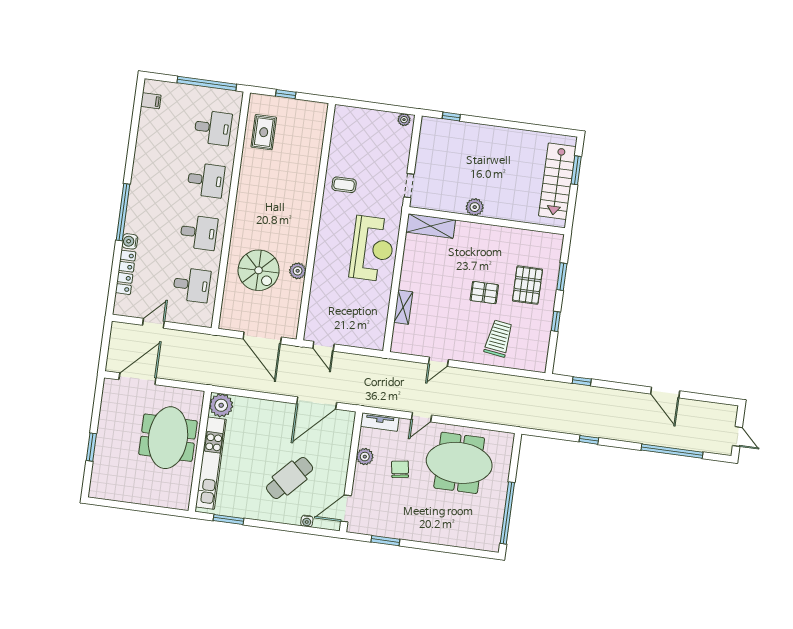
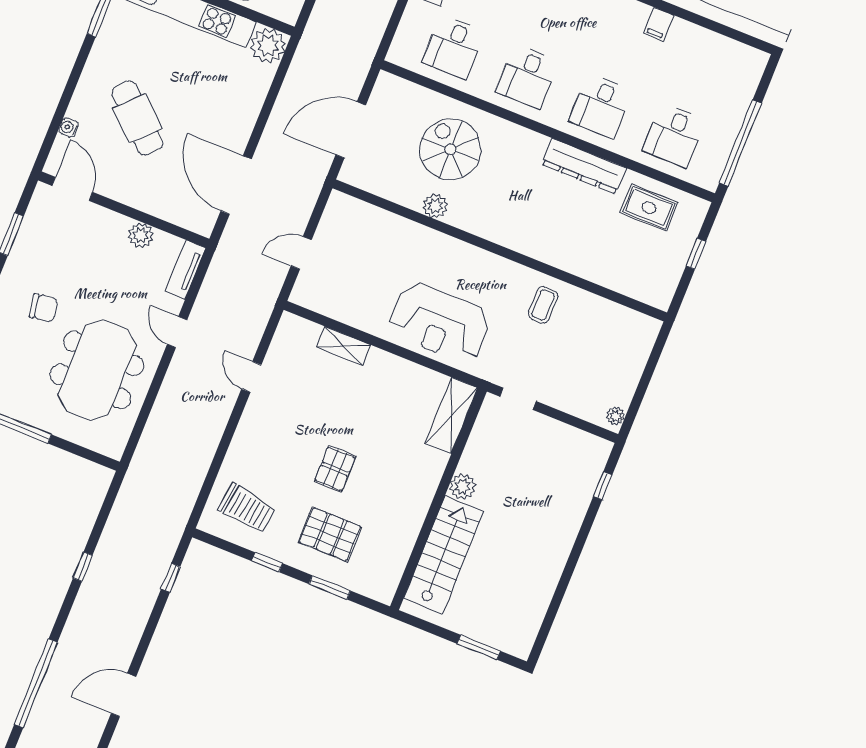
filing cabinet: (151, 101) -> (659, 24), moved
dresser: (248, 181) -> (584, 166), added
stairs: (557, 181) -> (444, 555), moved, turned 90
spiral stairs: (259, 270) -> (450, 149), turned 90
trolley: (499, 338) -> (247, 509), moved
door: (323, 346) -> (301, 253), moved
chair: (400, 469) -> (43, 308), moved

